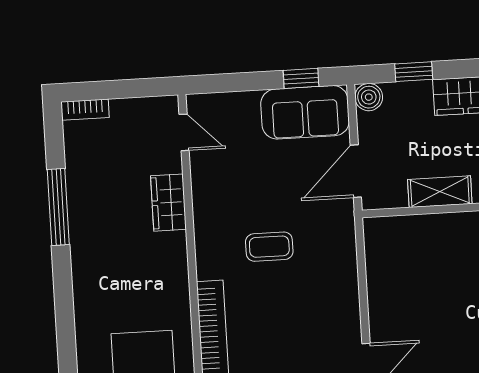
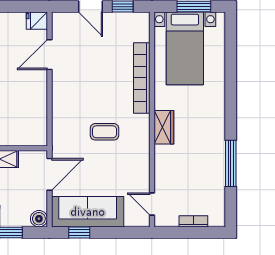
bookcase: (85, 110) -> (193, 221), moved
sofa: (305, 112) -> (88, 212), width x1.36
wardrobe: (168, 203) -> (164, 127), moved

